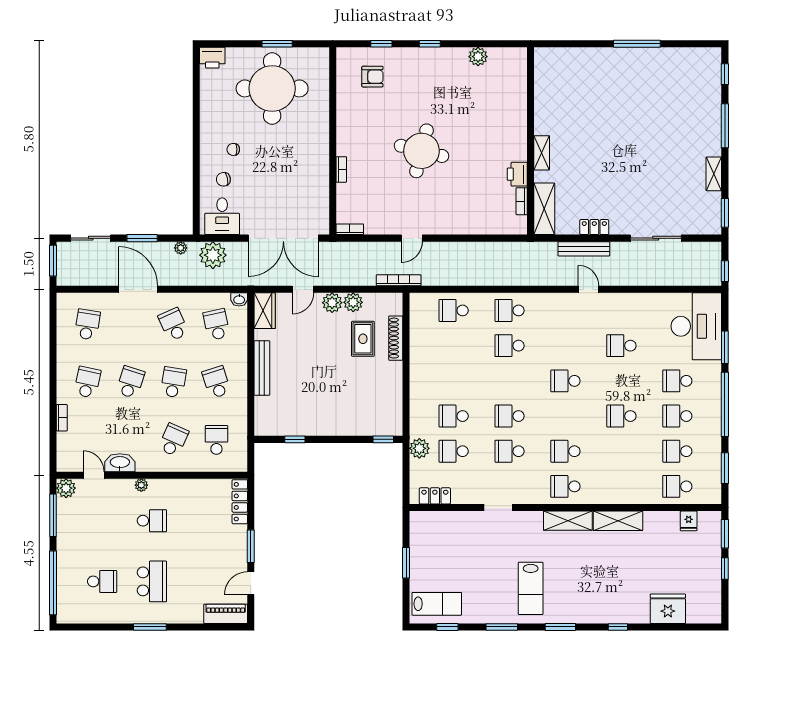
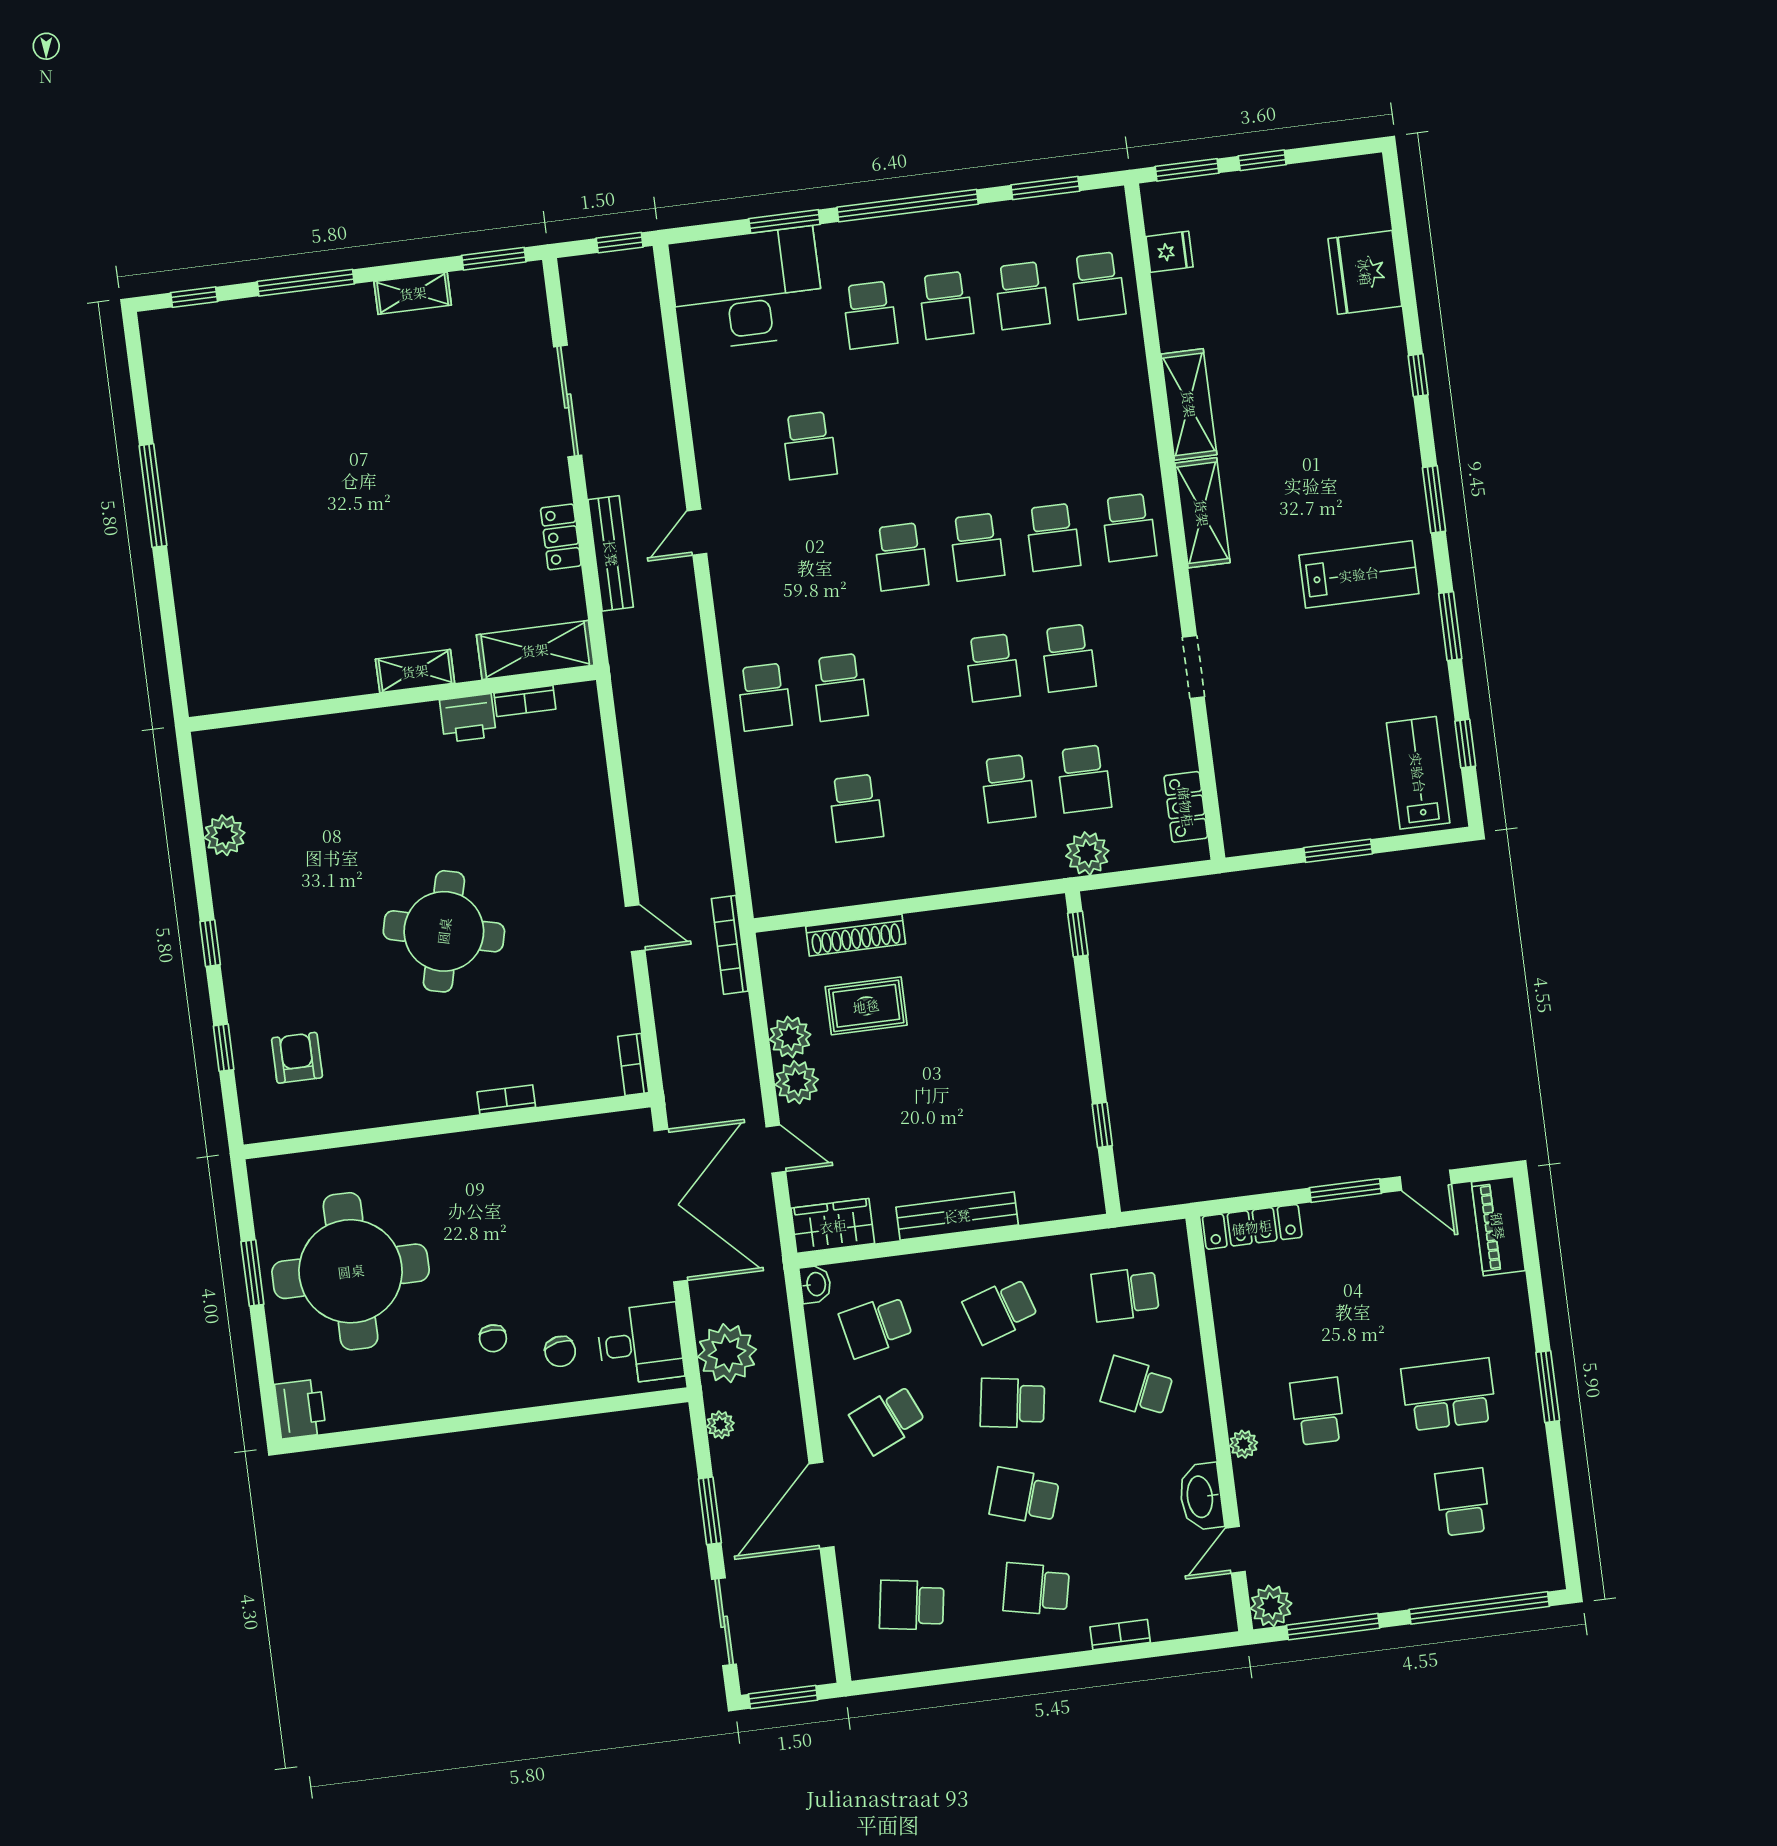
school desk: (454, 310) -> (856, 808), moved
school desk: (621, 416) -> (977, 547), moved

